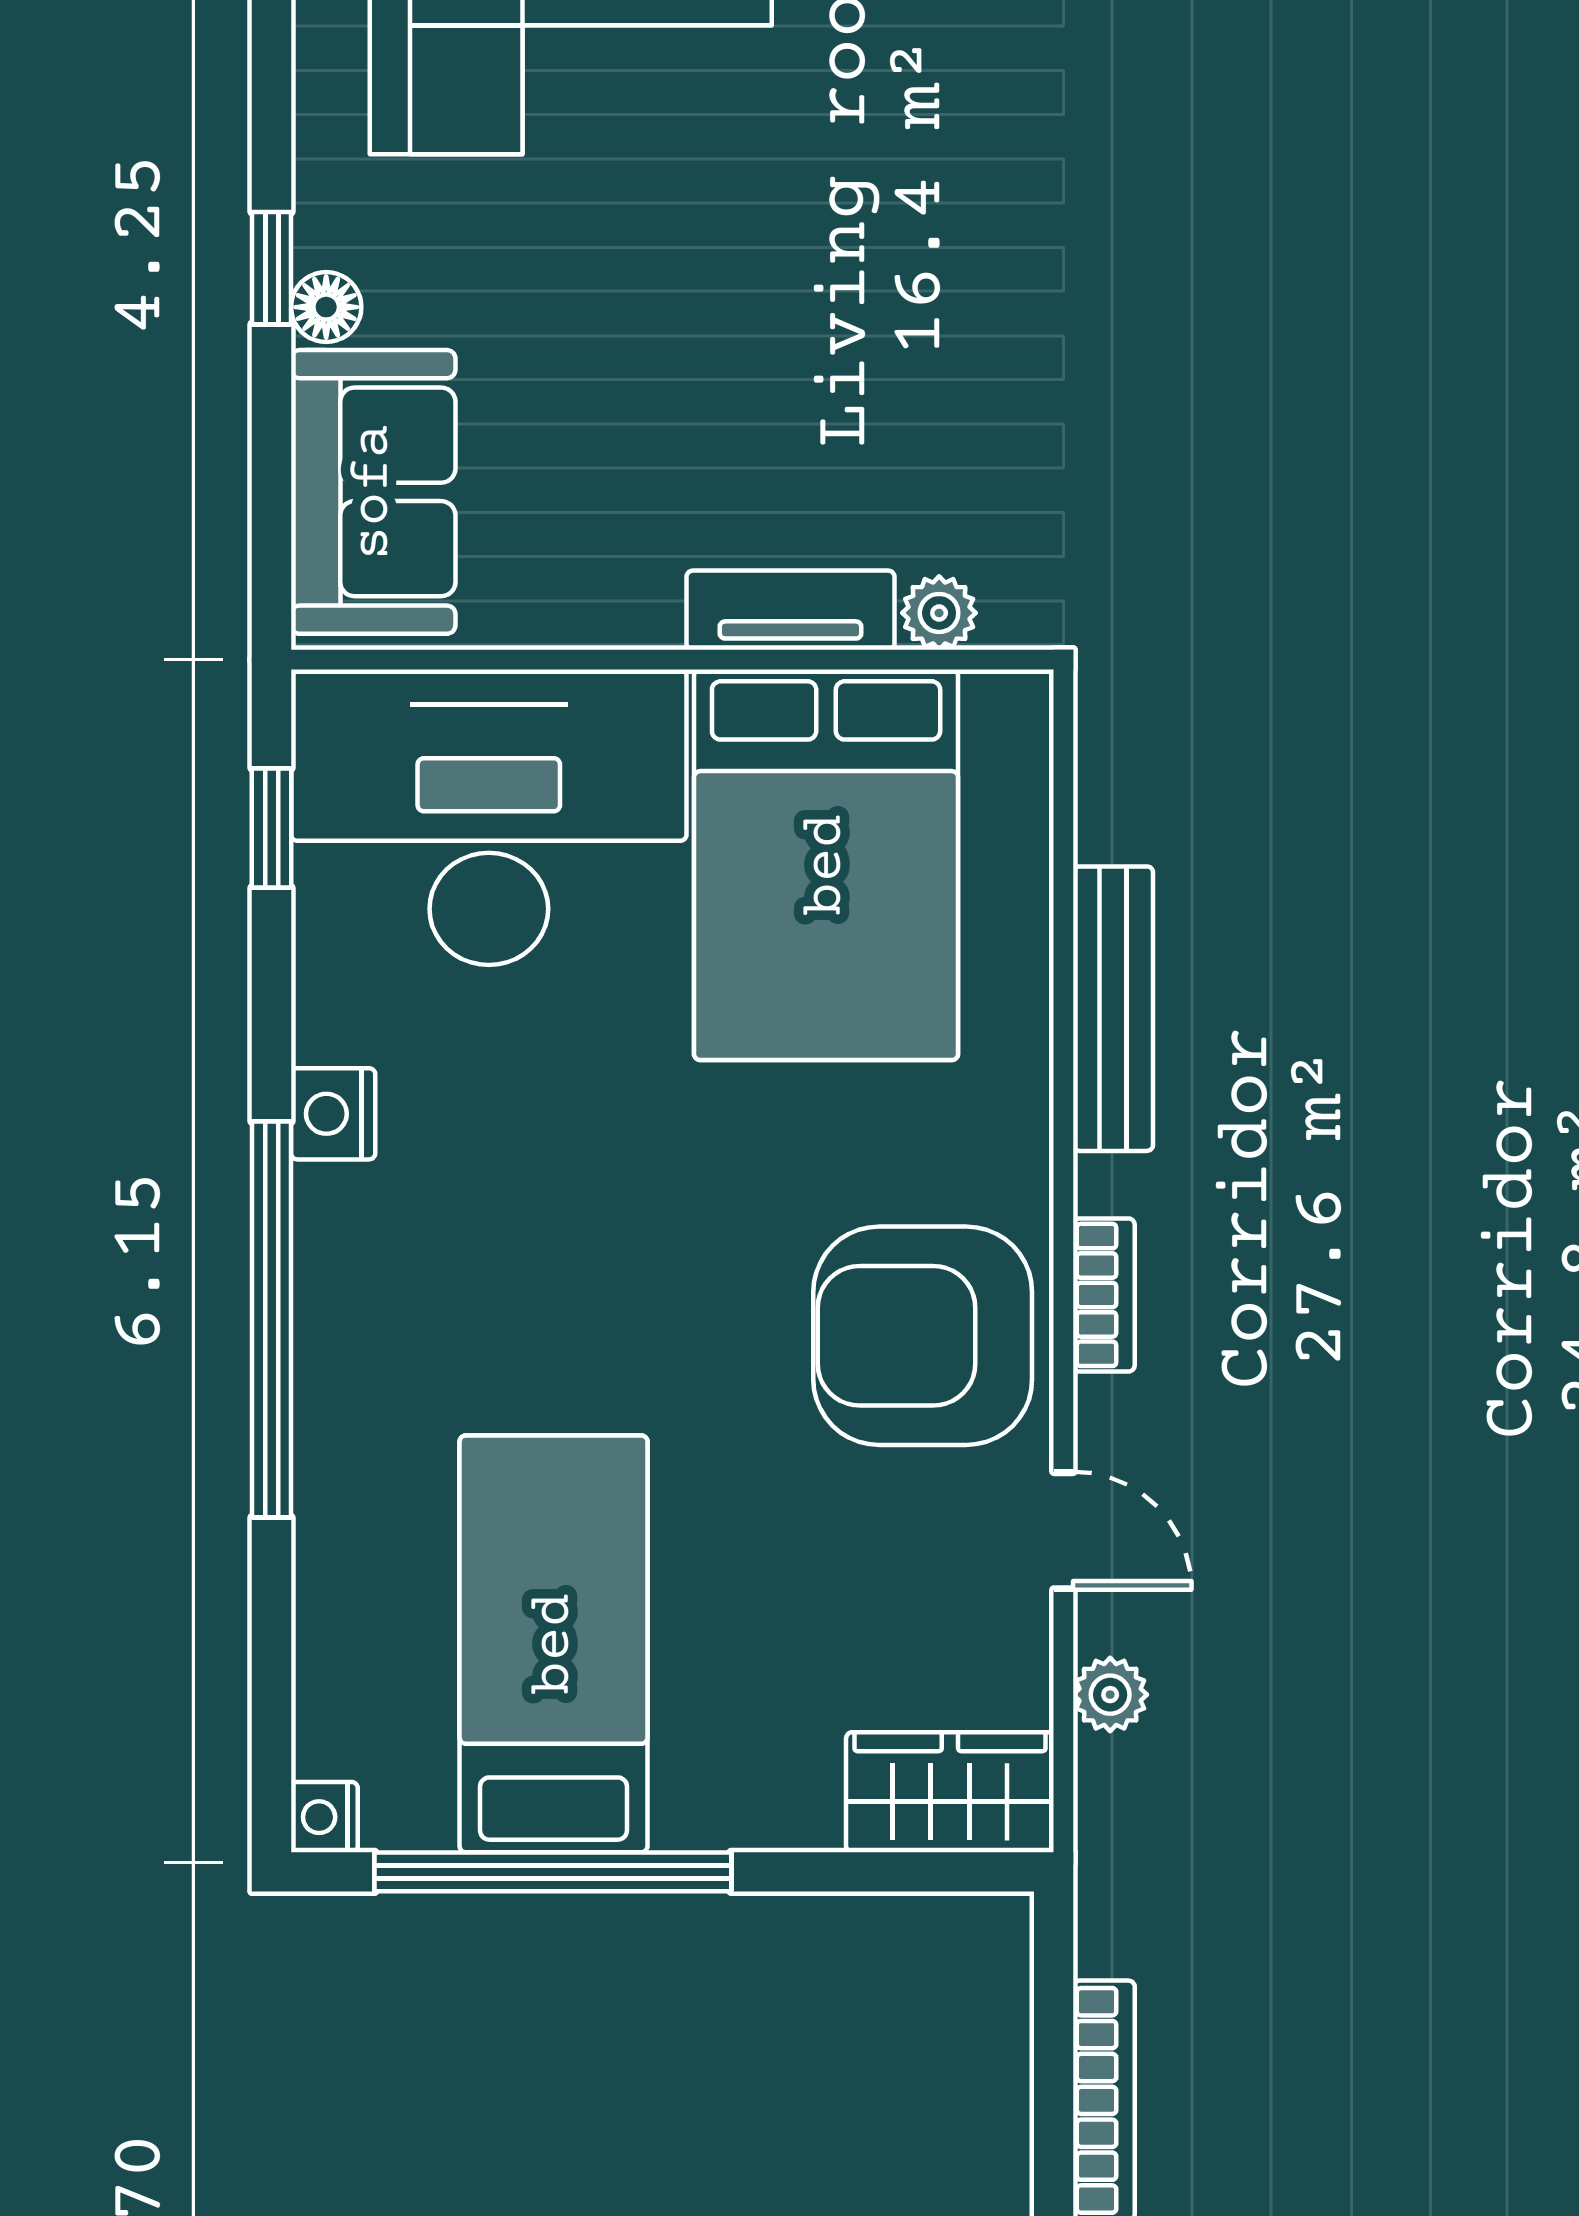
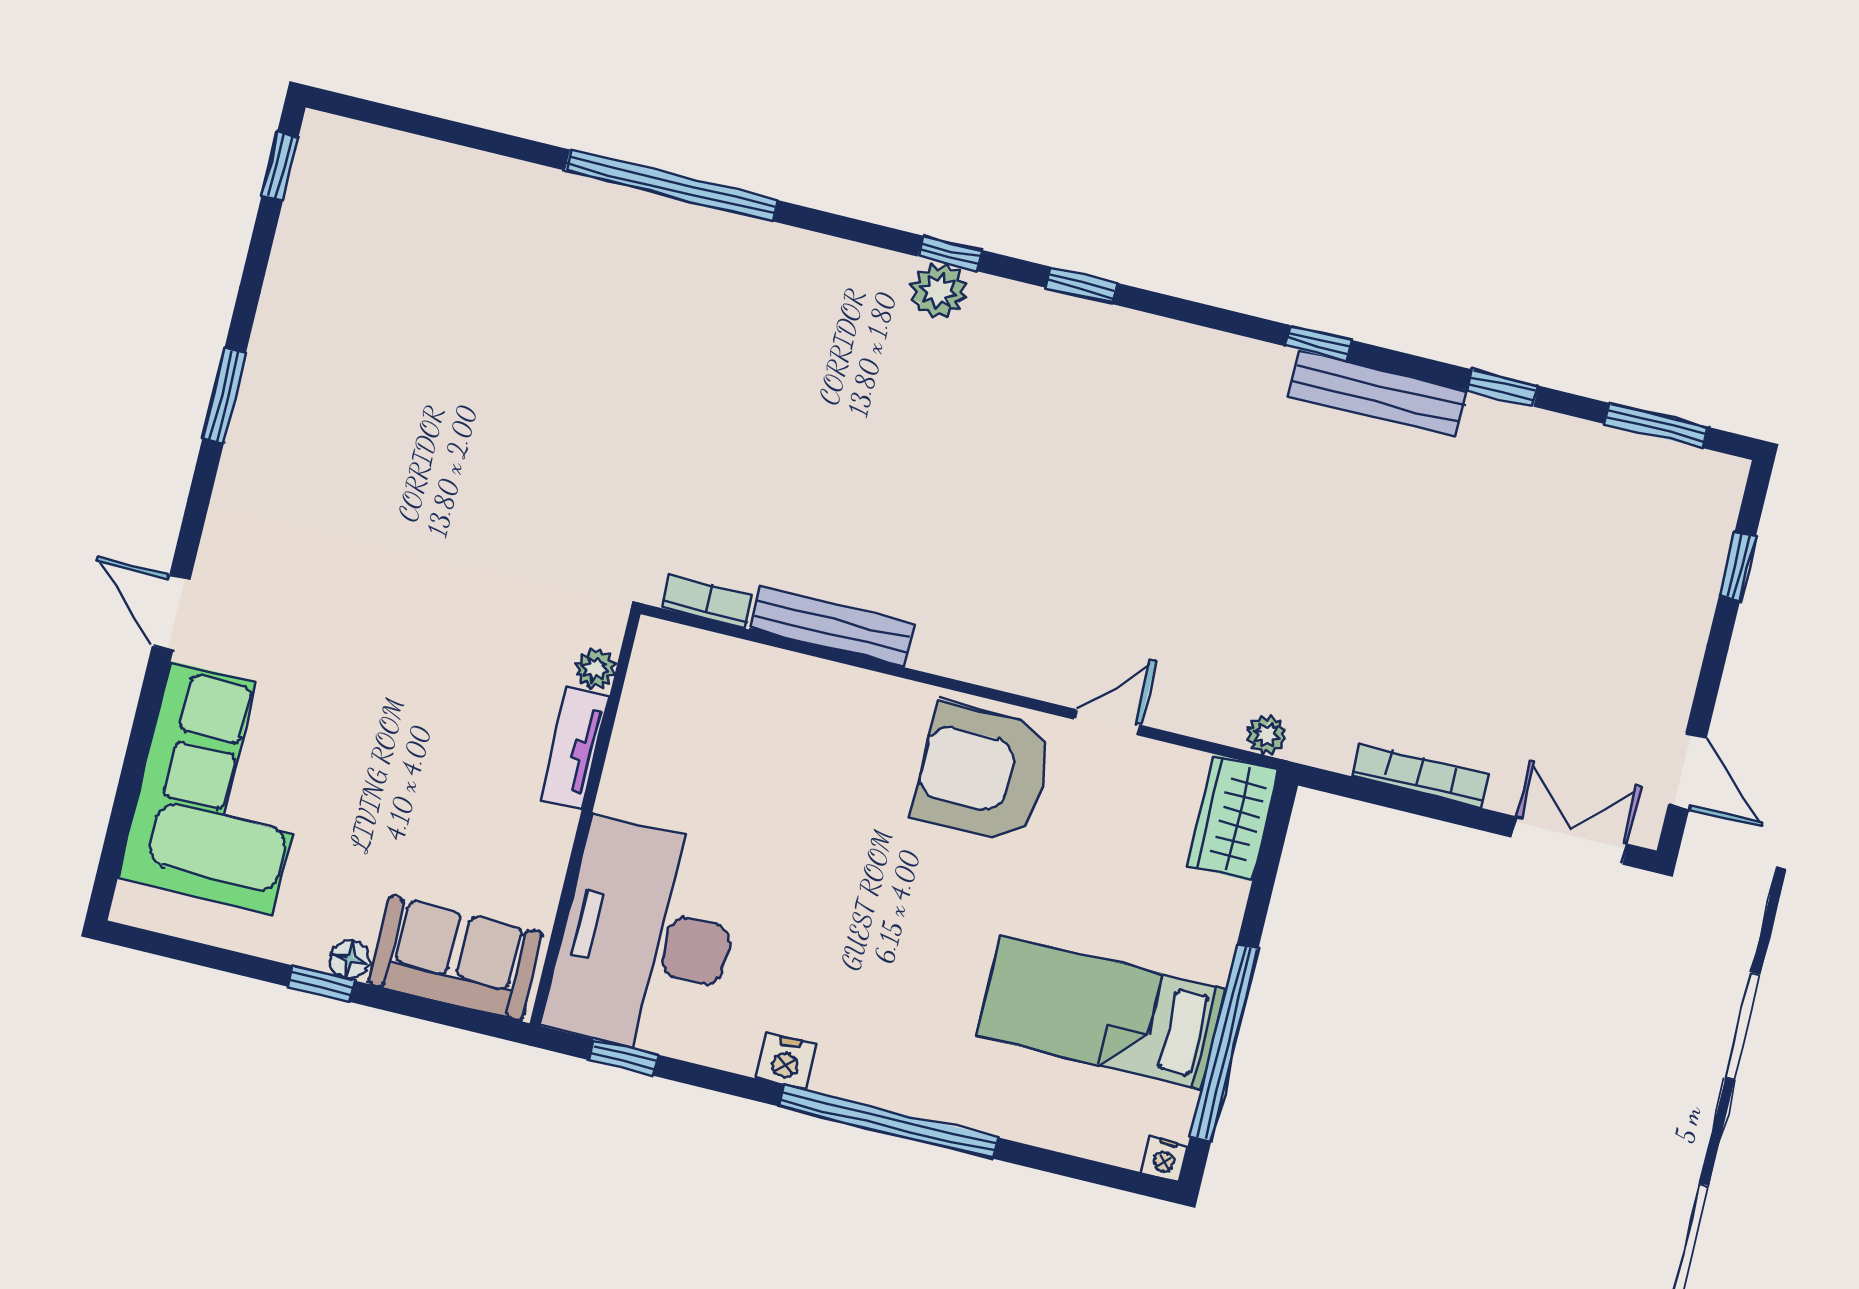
bed: (826, 865) -> (716, 763), removed
bookcase: (1104, 1295) -> (708, 602), moved
armchair: (923, 1336) -> (983, 773), turned 90
plant: (1110, 1695) -> (1267, 734), moved

